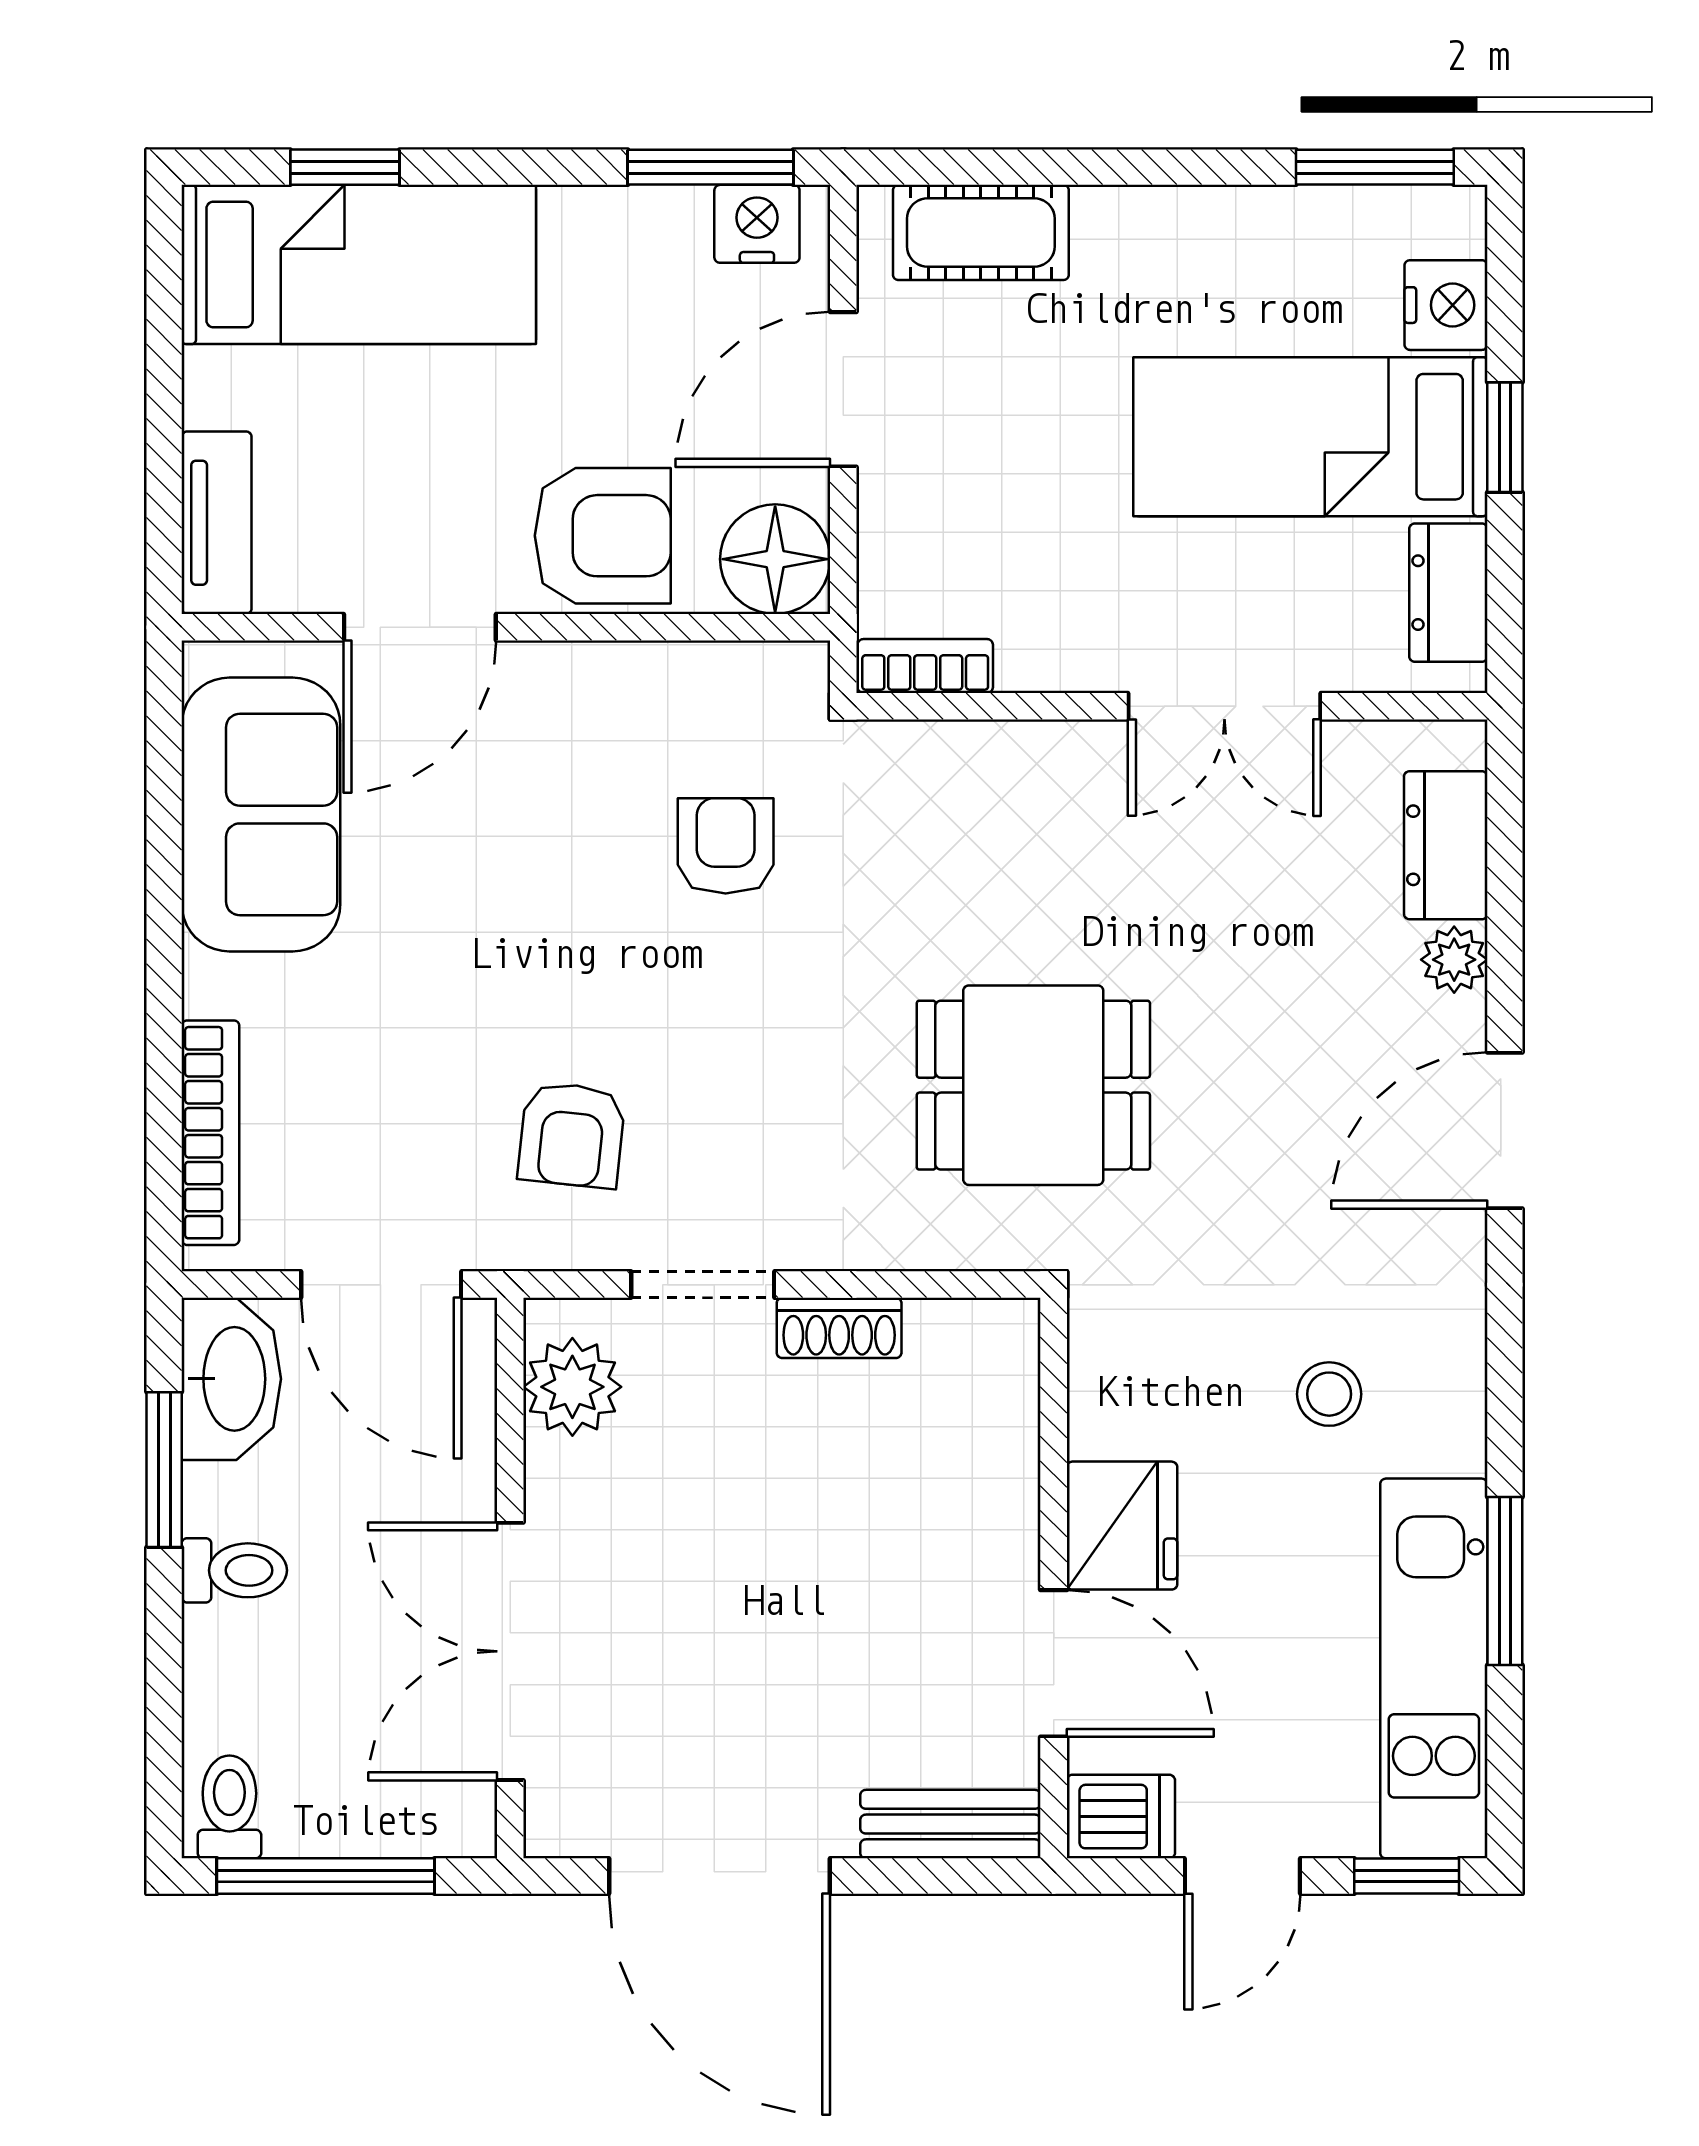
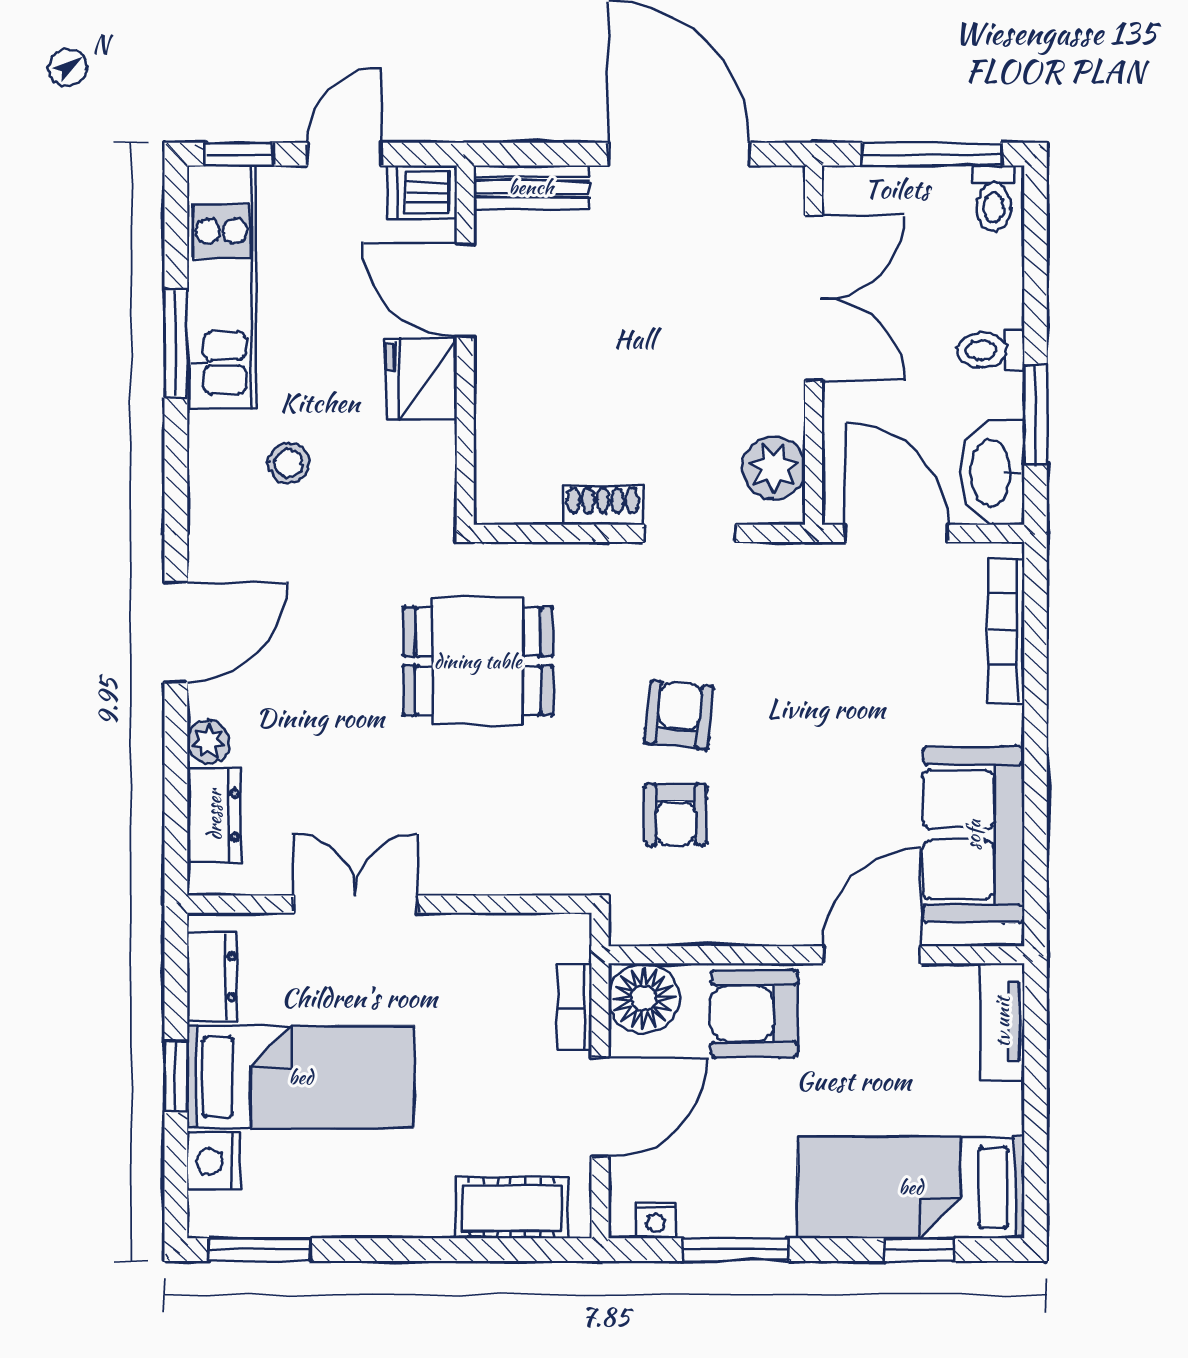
window: (711, 167) -> (735, 1250), moved
nightstand: (757, 224) -> (655, 1220), width x0.72, depth x0.74
bookcase: (925, 666) -> (574, 1008), moved, turned 90
armchair: (572, 1135) -> (679, 715), moved

